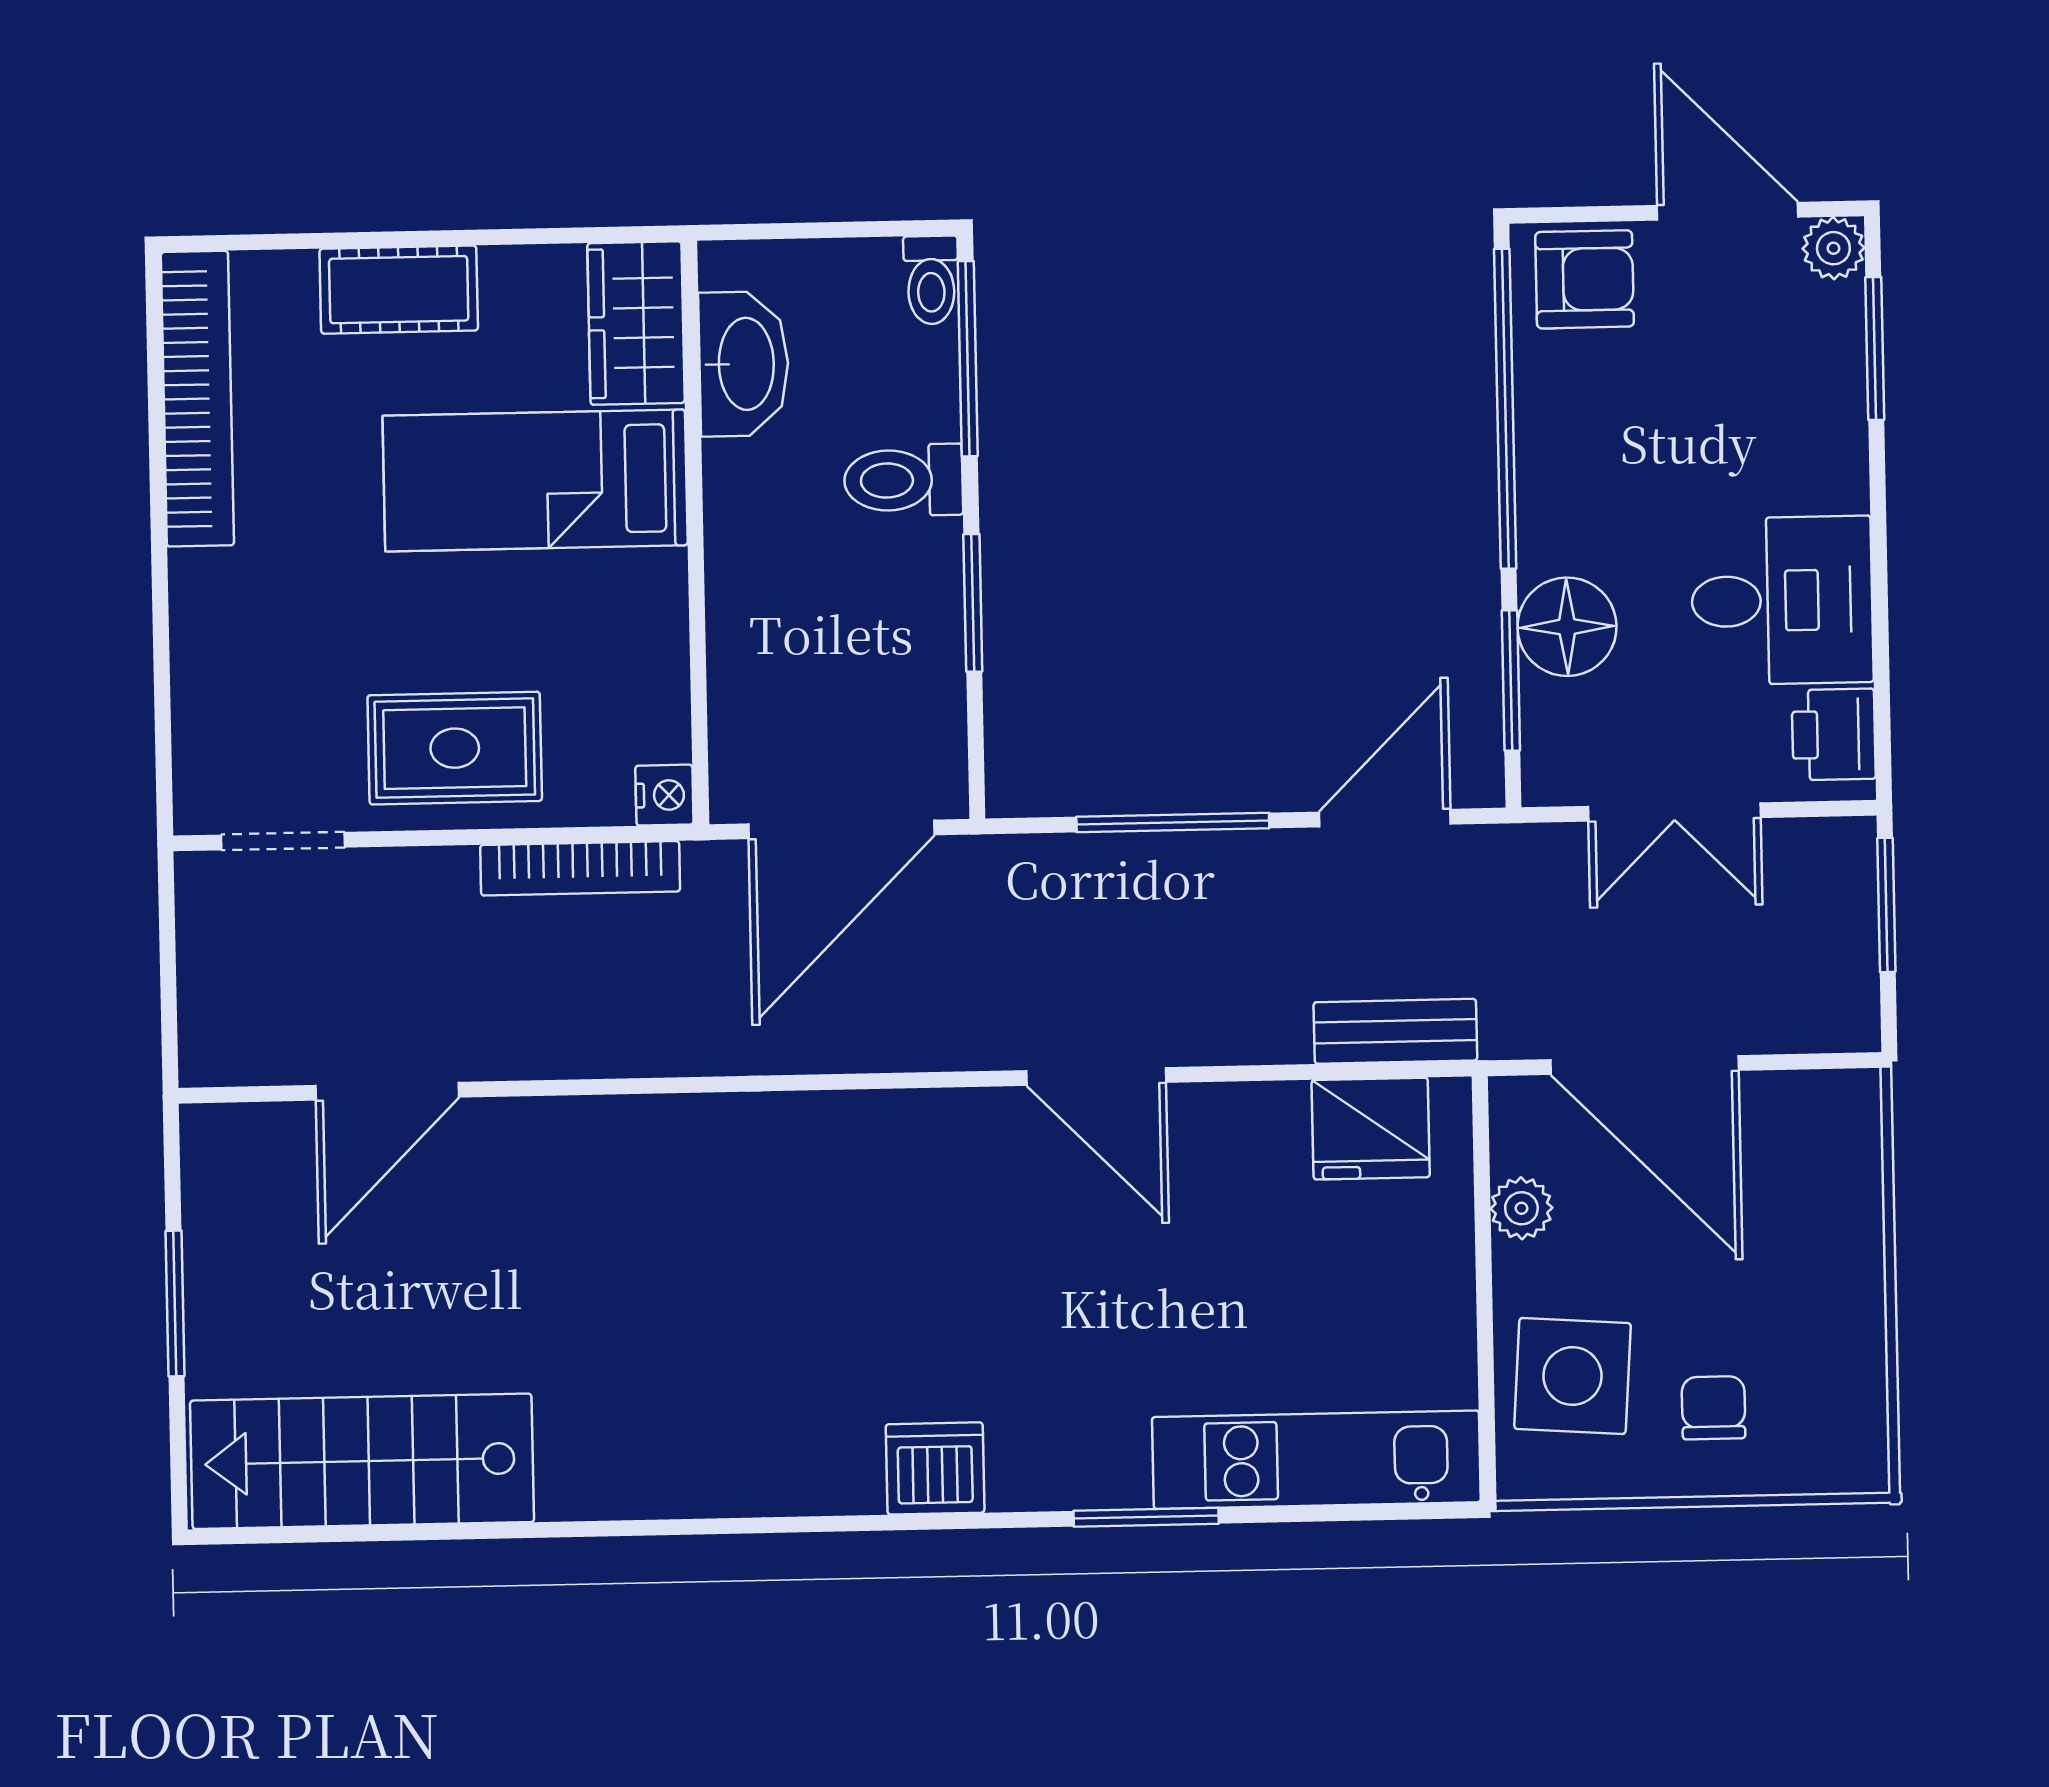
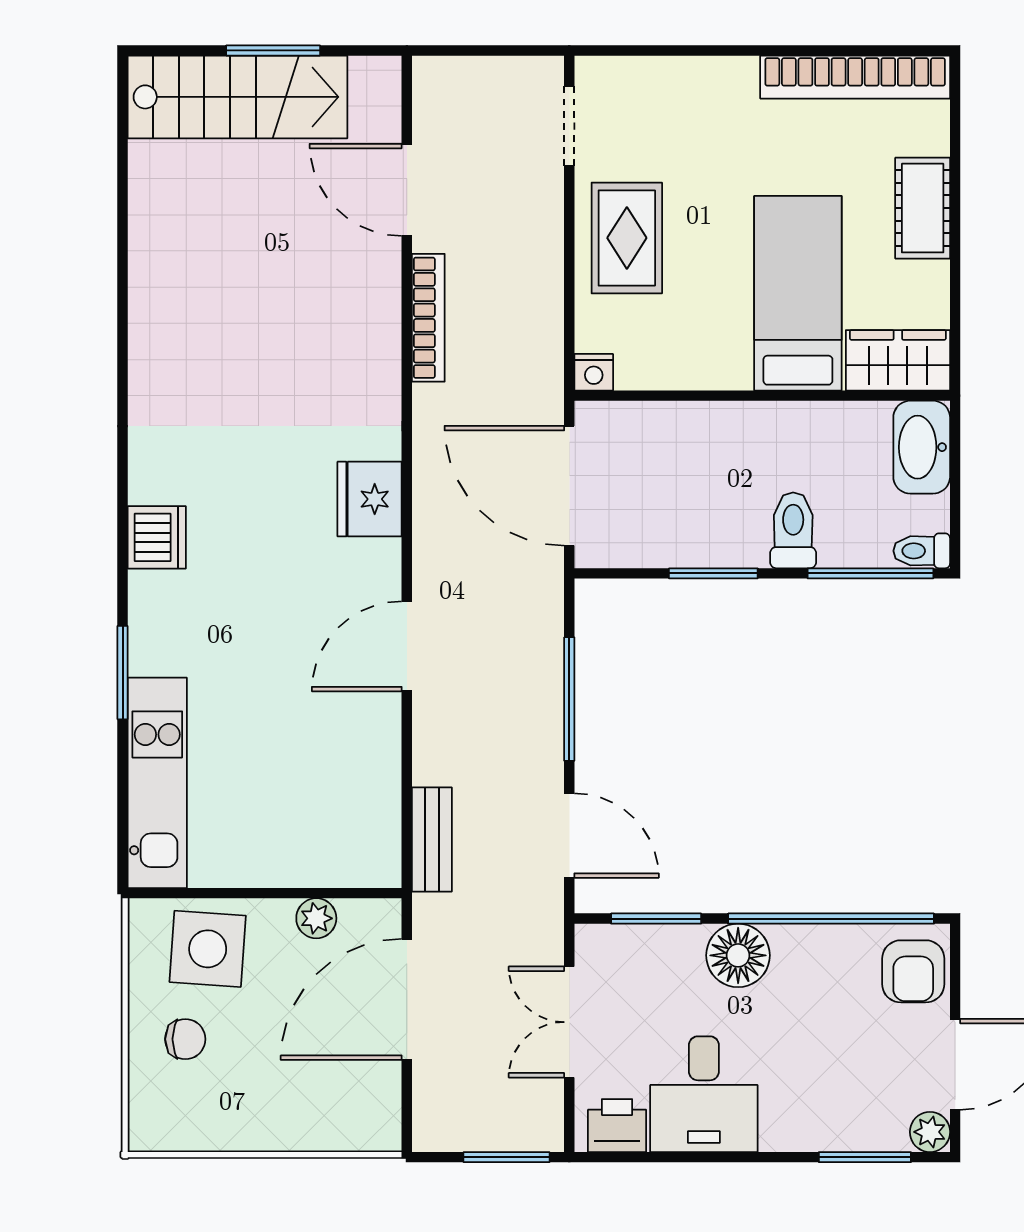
washbasin: (744, 364) -> (922, 447), moved, turned 90
floor lamp: (1567, 627) -> (738, 955), moved
bookcase: (580, 868) -> (428, 318), moved, turned 180
fridge: (1371, 1129) -> (370, 499), moved
stairs: (362, 1461) -> (237, 97), moved, turned 90

